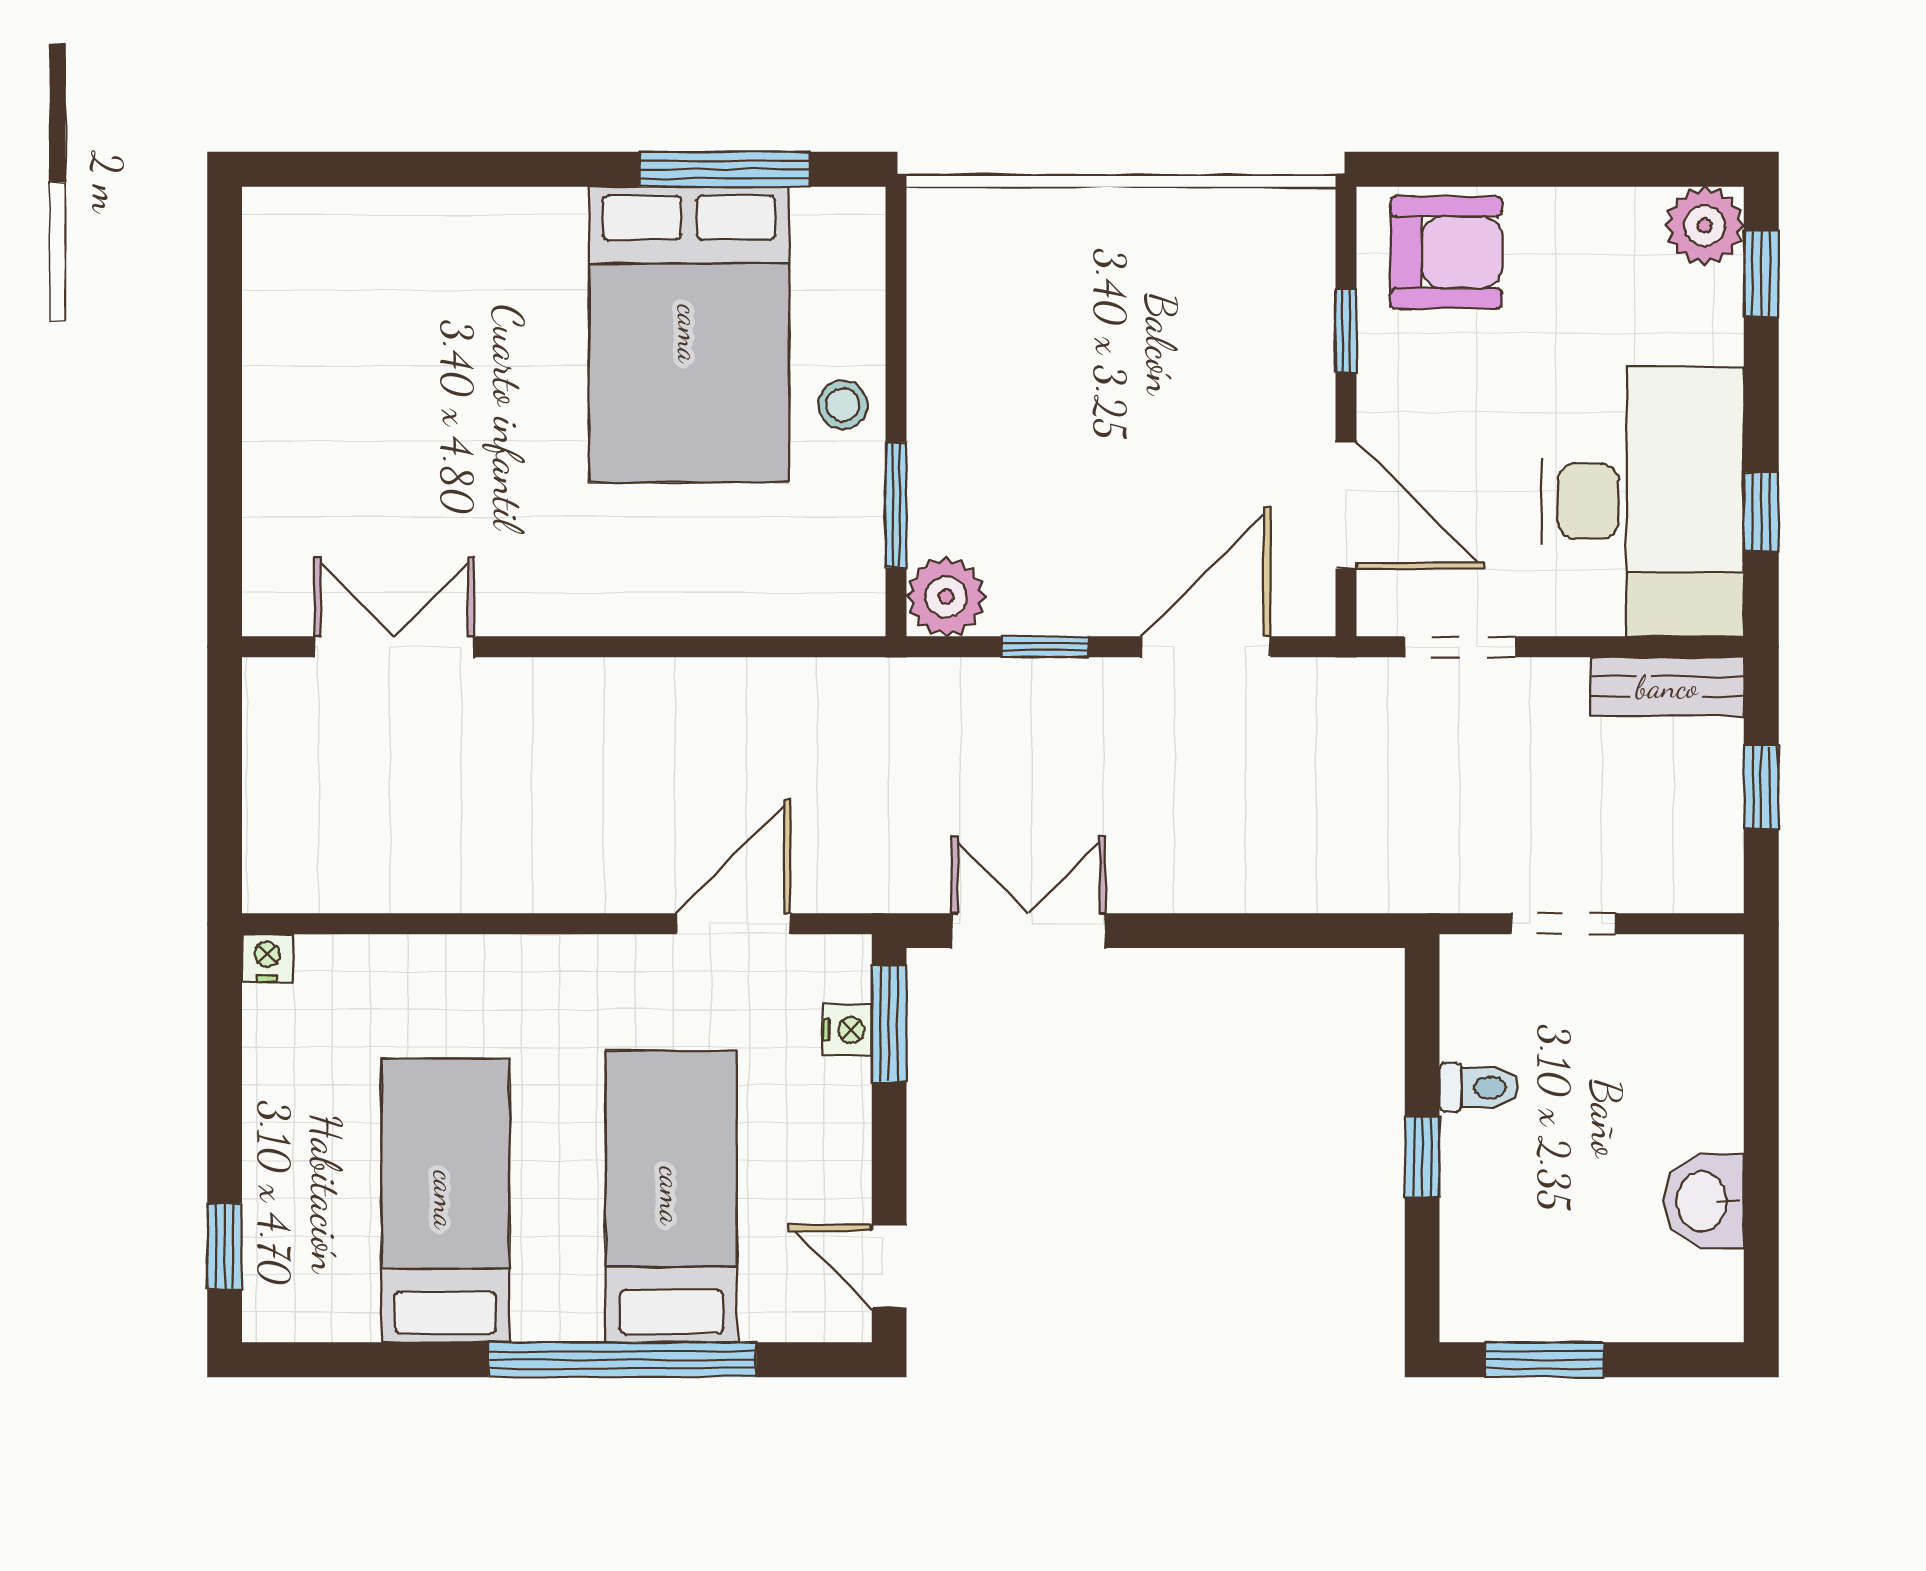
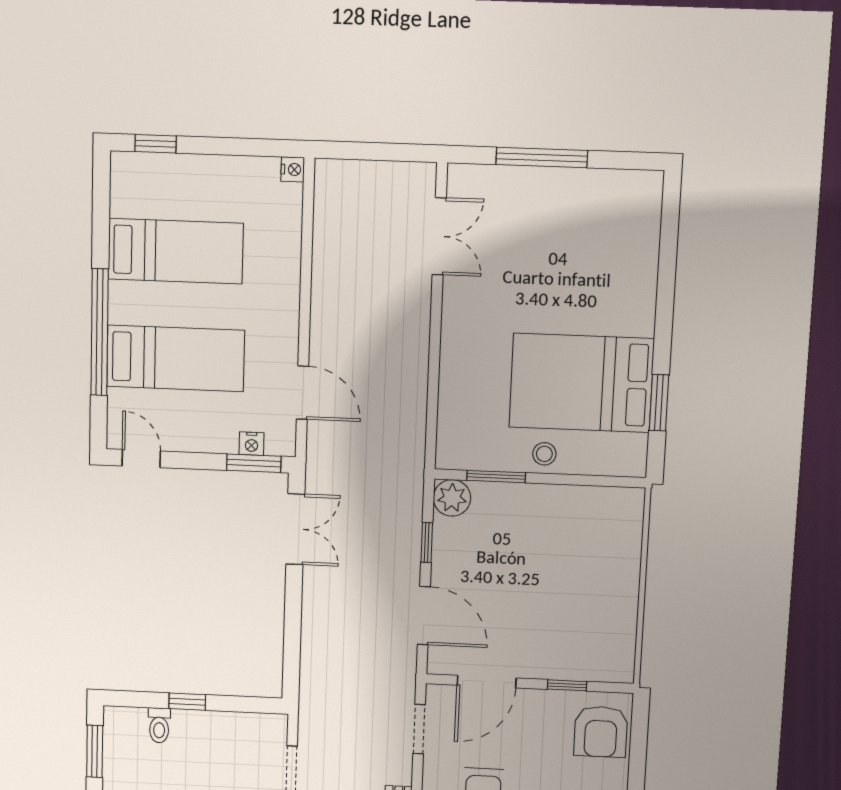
window: (724, 169) -> (659, 403), width x0.69
window: (225, 441) -> (542, 157), added
toilet: (1479, 1087) -> (159, 725), moved
door: (889, 1266) -> (141, 459), hinge flipped

